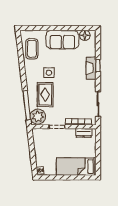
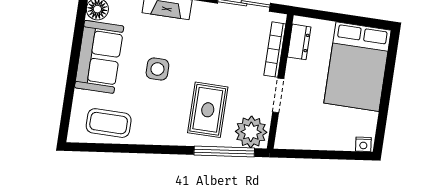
side table: (49, 73) -> (157, 69), moved
rug: (45, 95) -> (208, 110), turned 90
bed: (76, 167) -> (358, 67), width x1.50

